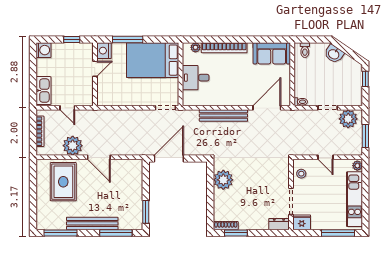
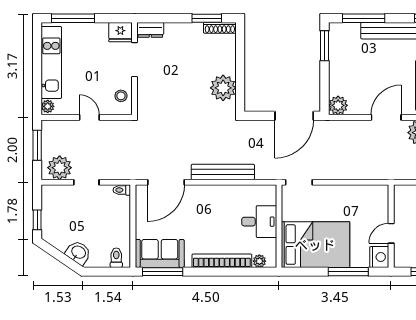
window: (269, 39) -> (163, 272), added
door: (99, 157) -> (386, 117), hinge flipped
plant: (135, 166) -> (338, 105), added

